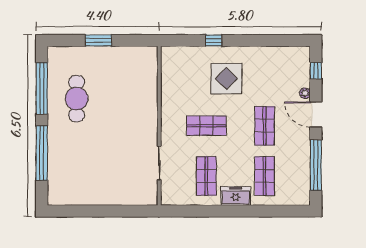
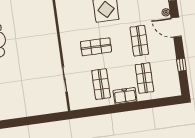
window: (316, 165) -> (181, 65), width x0.32

